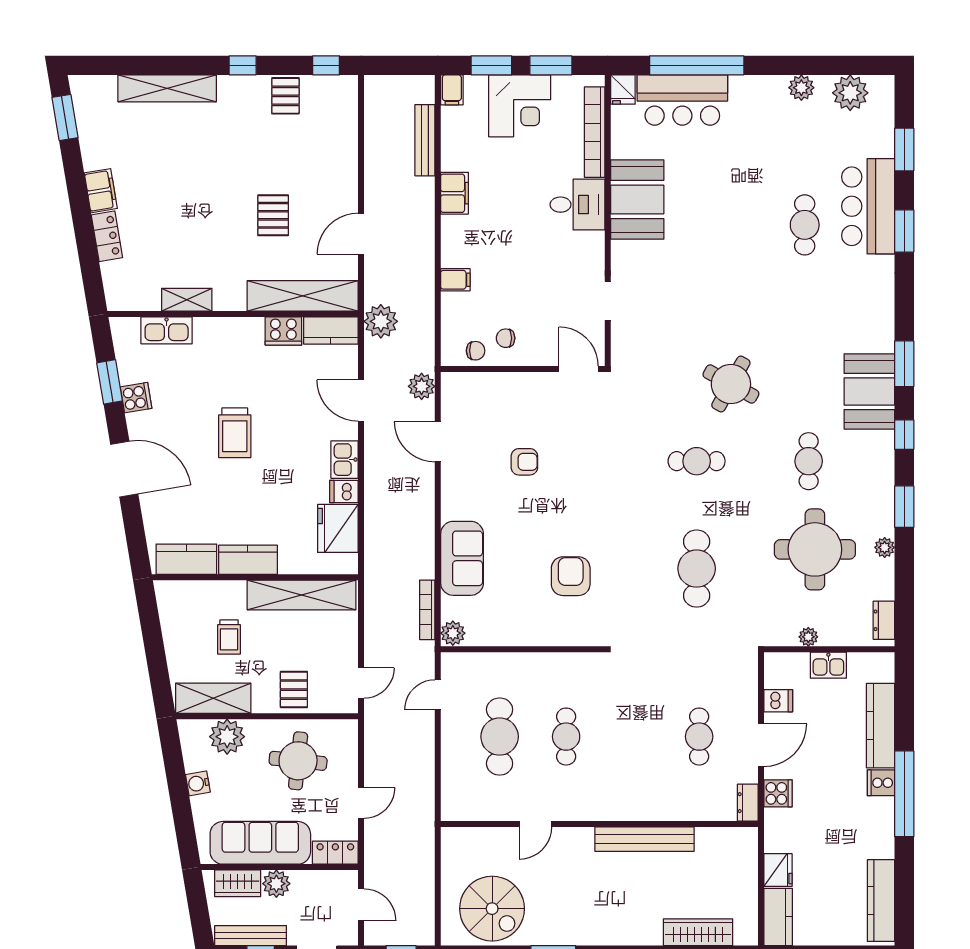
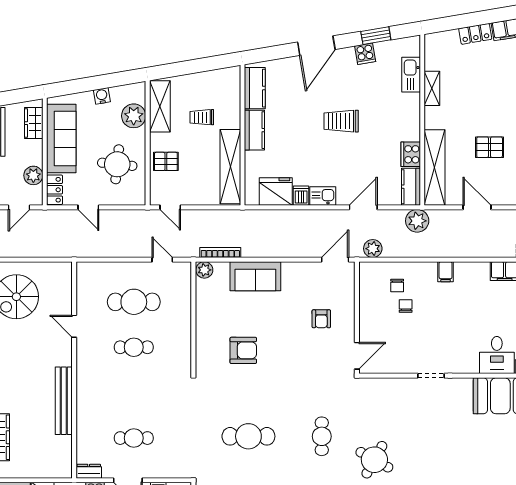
wall: (523, 369) -> (357, 318), moved
door: (578, 369) -> (357, 356), moved
plant: (276, 884) -> (33, 175), moved

